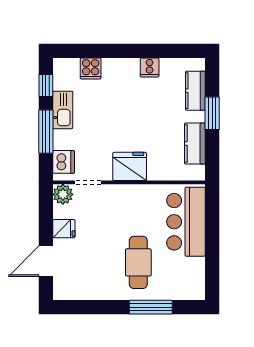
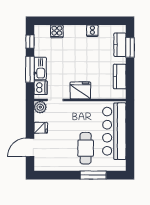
kitchen sink: (63, 110) -> (40, 69), moved
window: (212, 113) -> (130, 47), moved
bar counter: (186, 222) -> (114, 131), width x1.36

